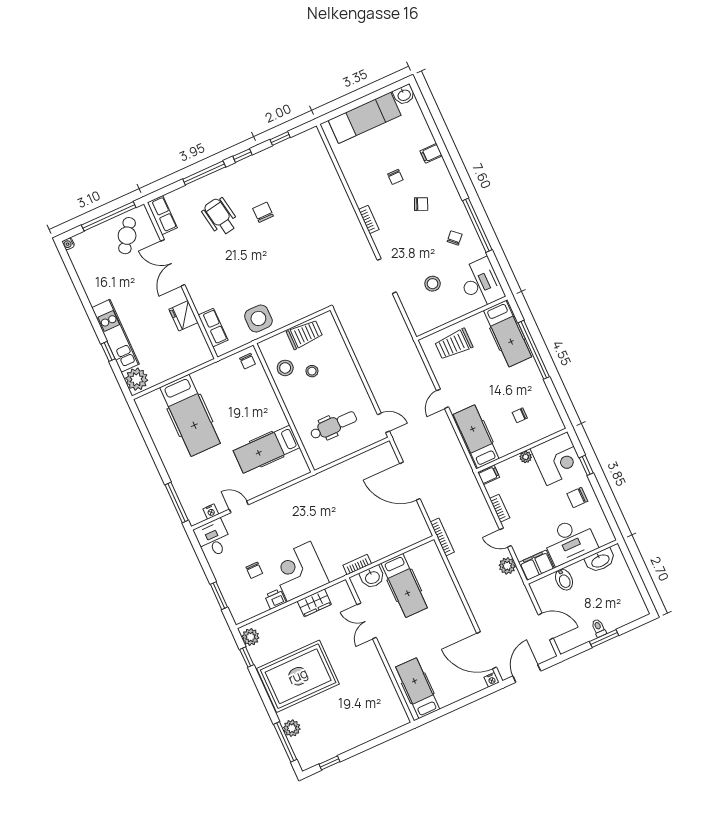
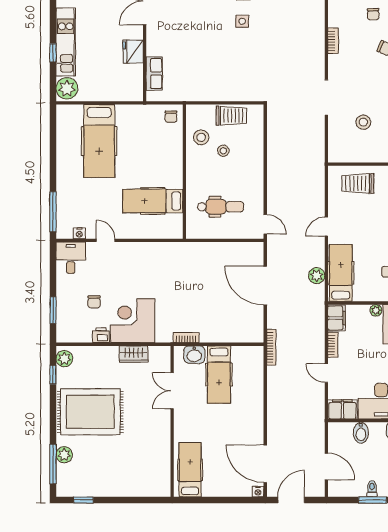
side table: (258, 318) -> (242, 21), moved, width x0.54, depth x0.54
filing cabinet: (489, 475) -> (337, 318), width x2.00
plant: (507, 566) -> (317, 276), moved

